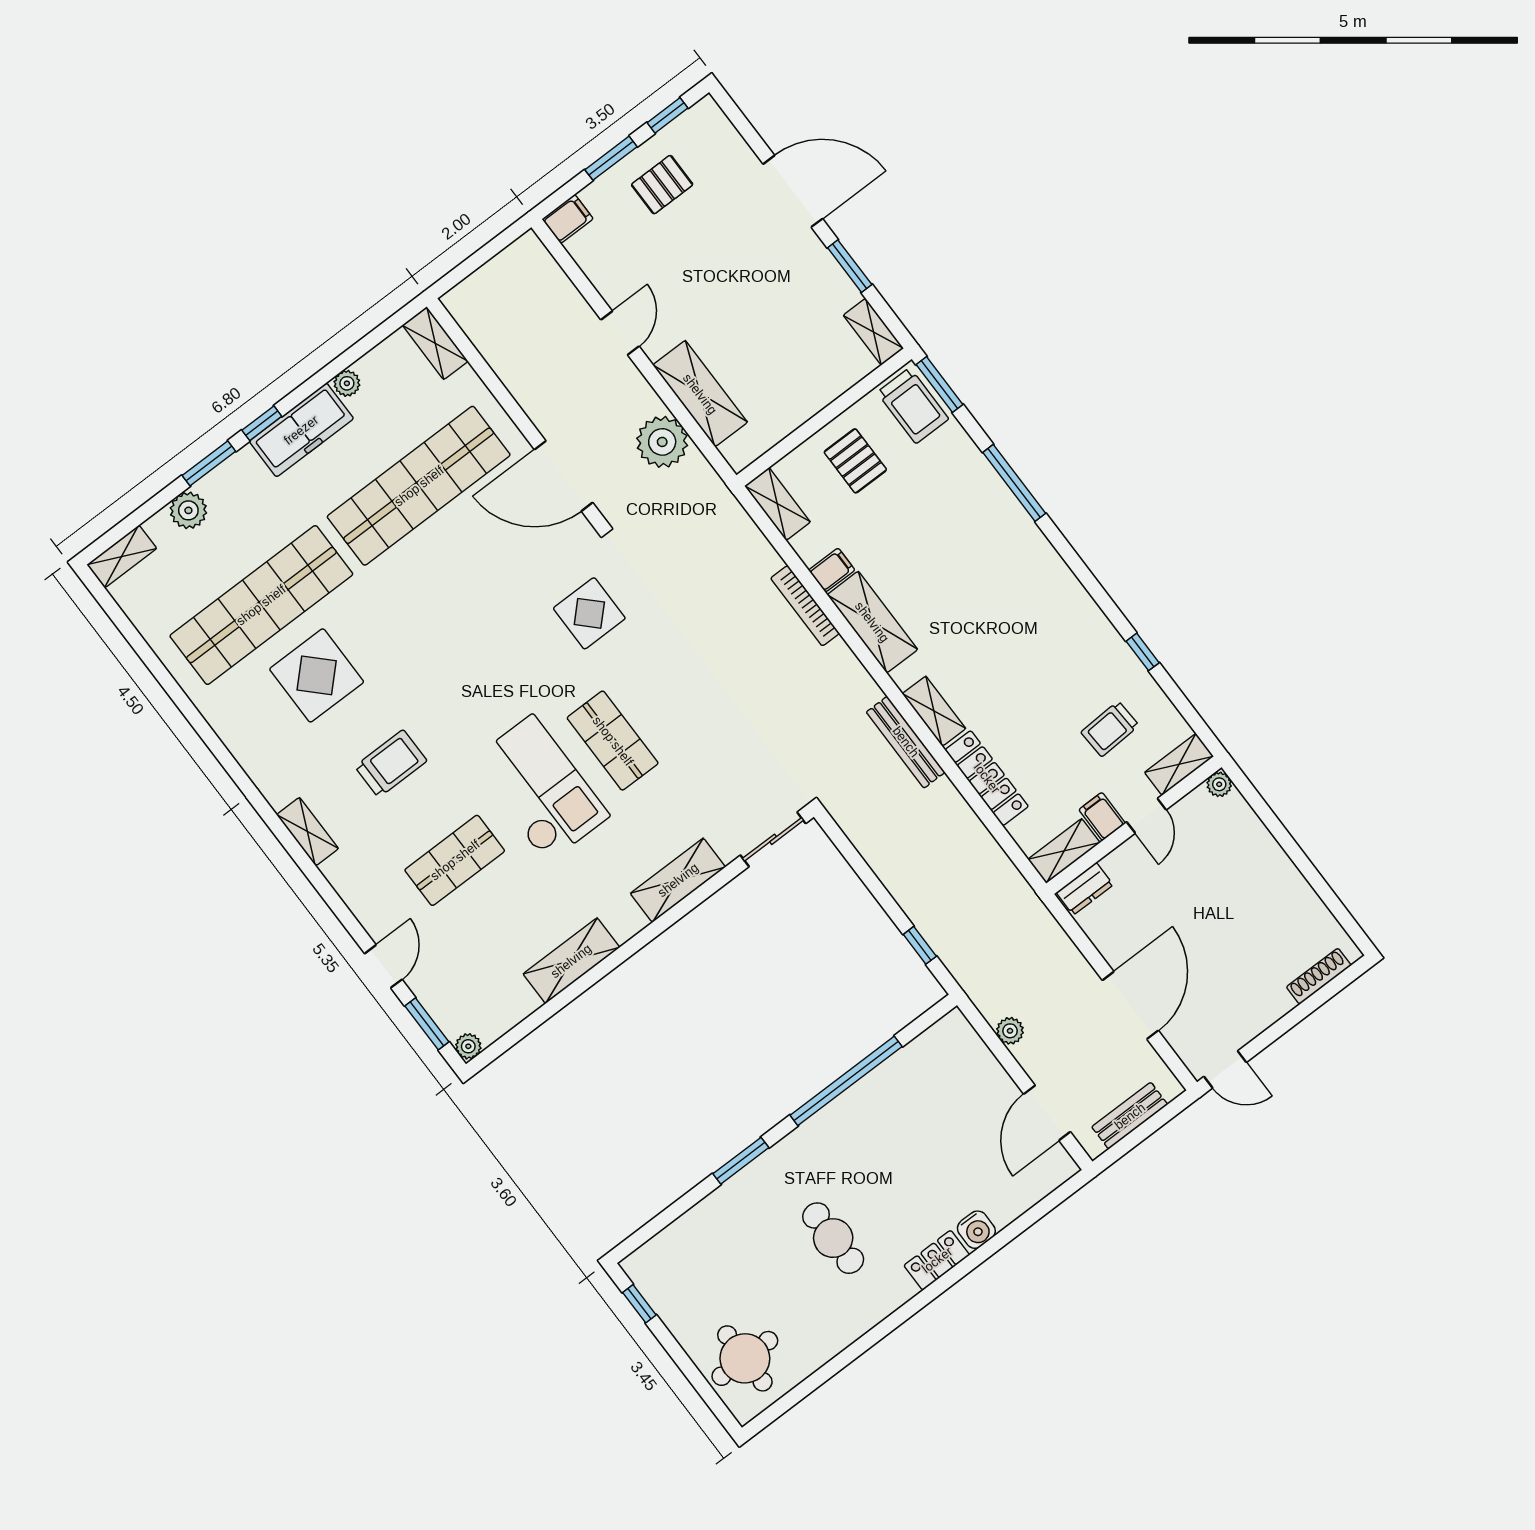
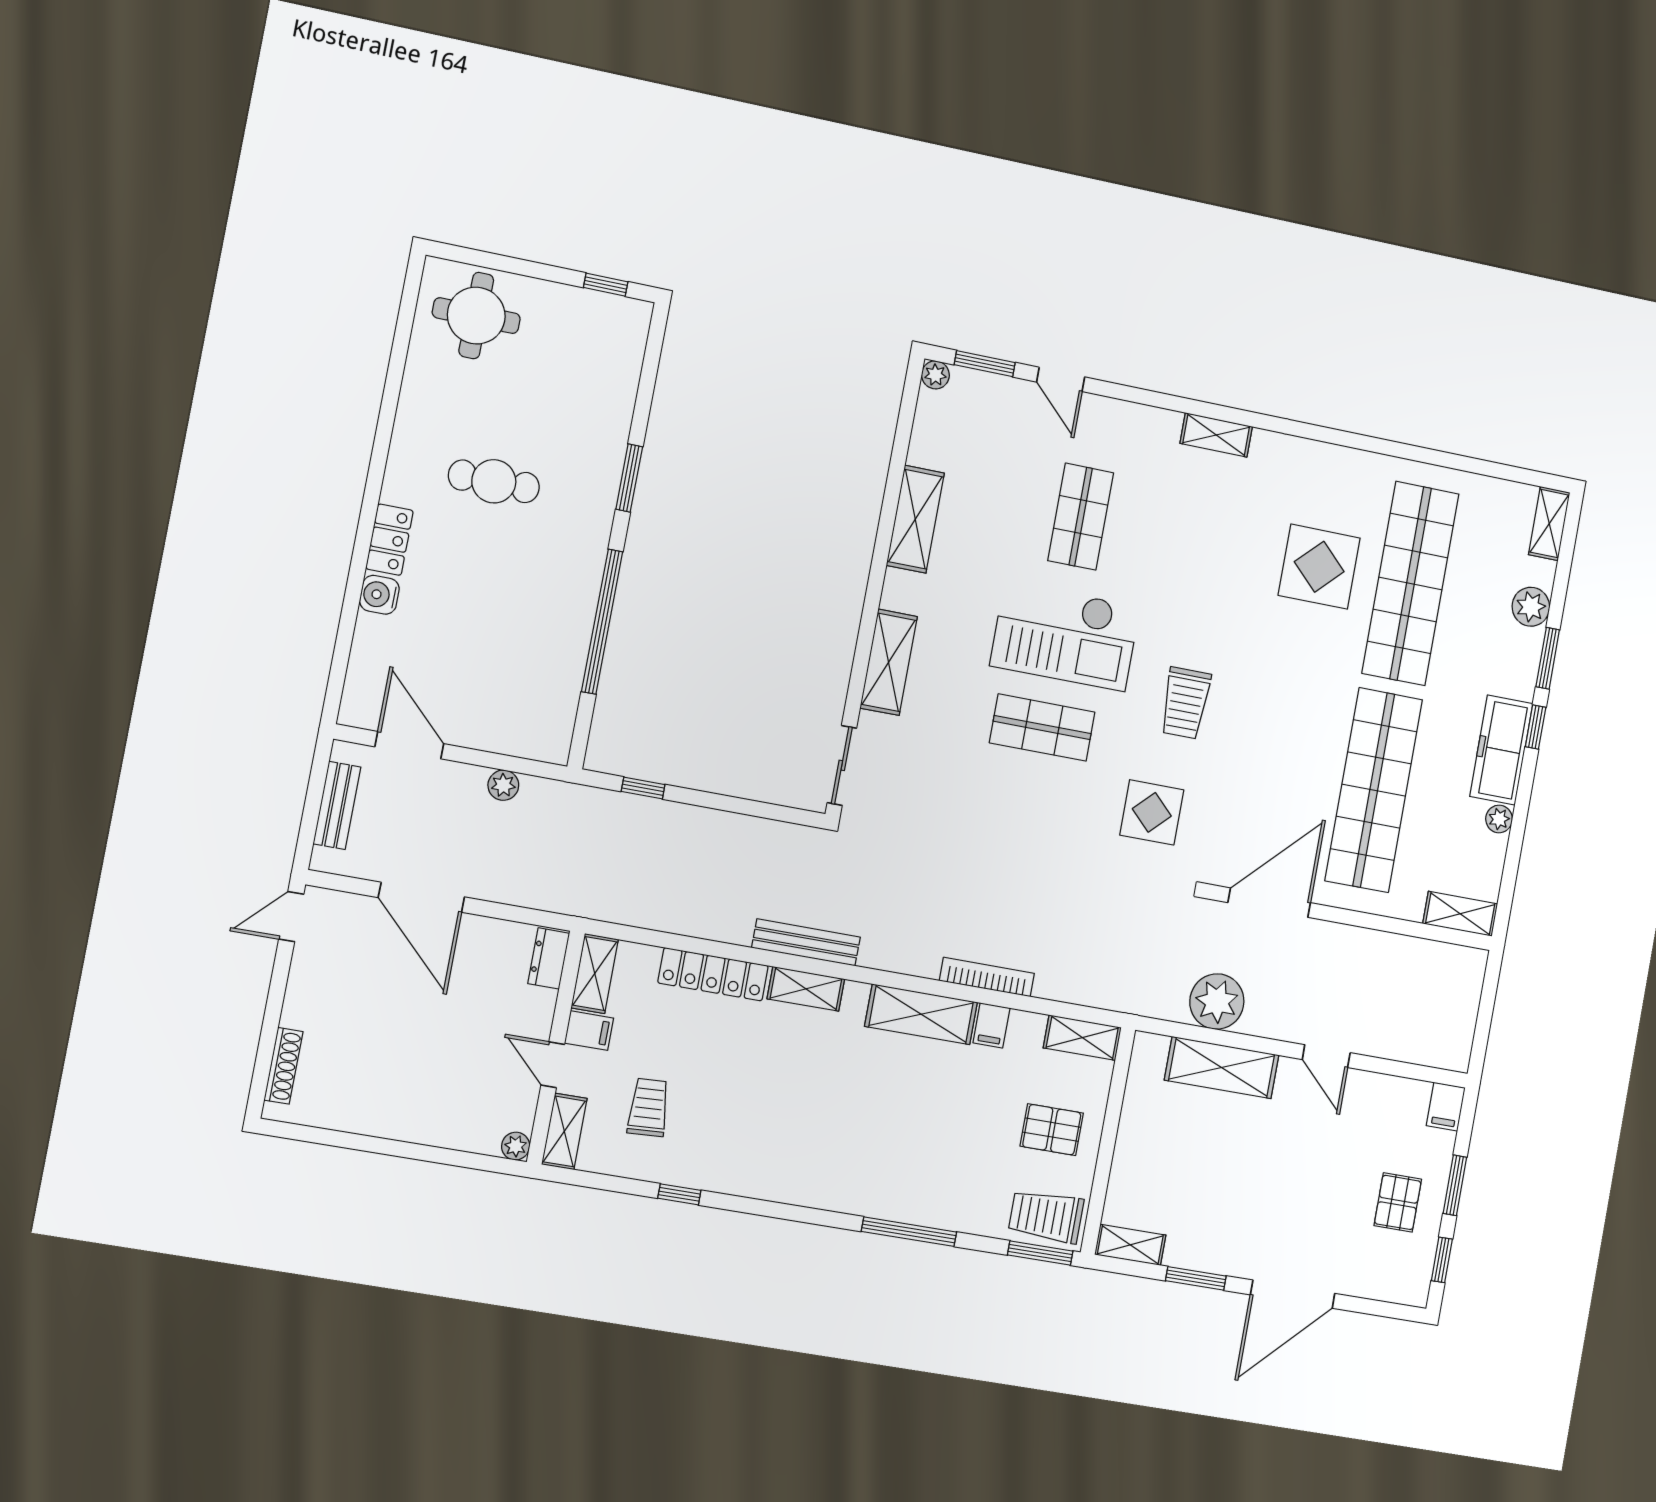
trolley: (391, 764) -> (1185, 703), moved

